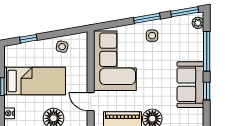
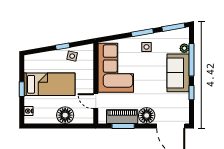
plant: (198, 23) -> (184, 48), moved
window: (28, 39) -> (63, 46), moved
sofa: (190, 85) -> (178, 73), moved

